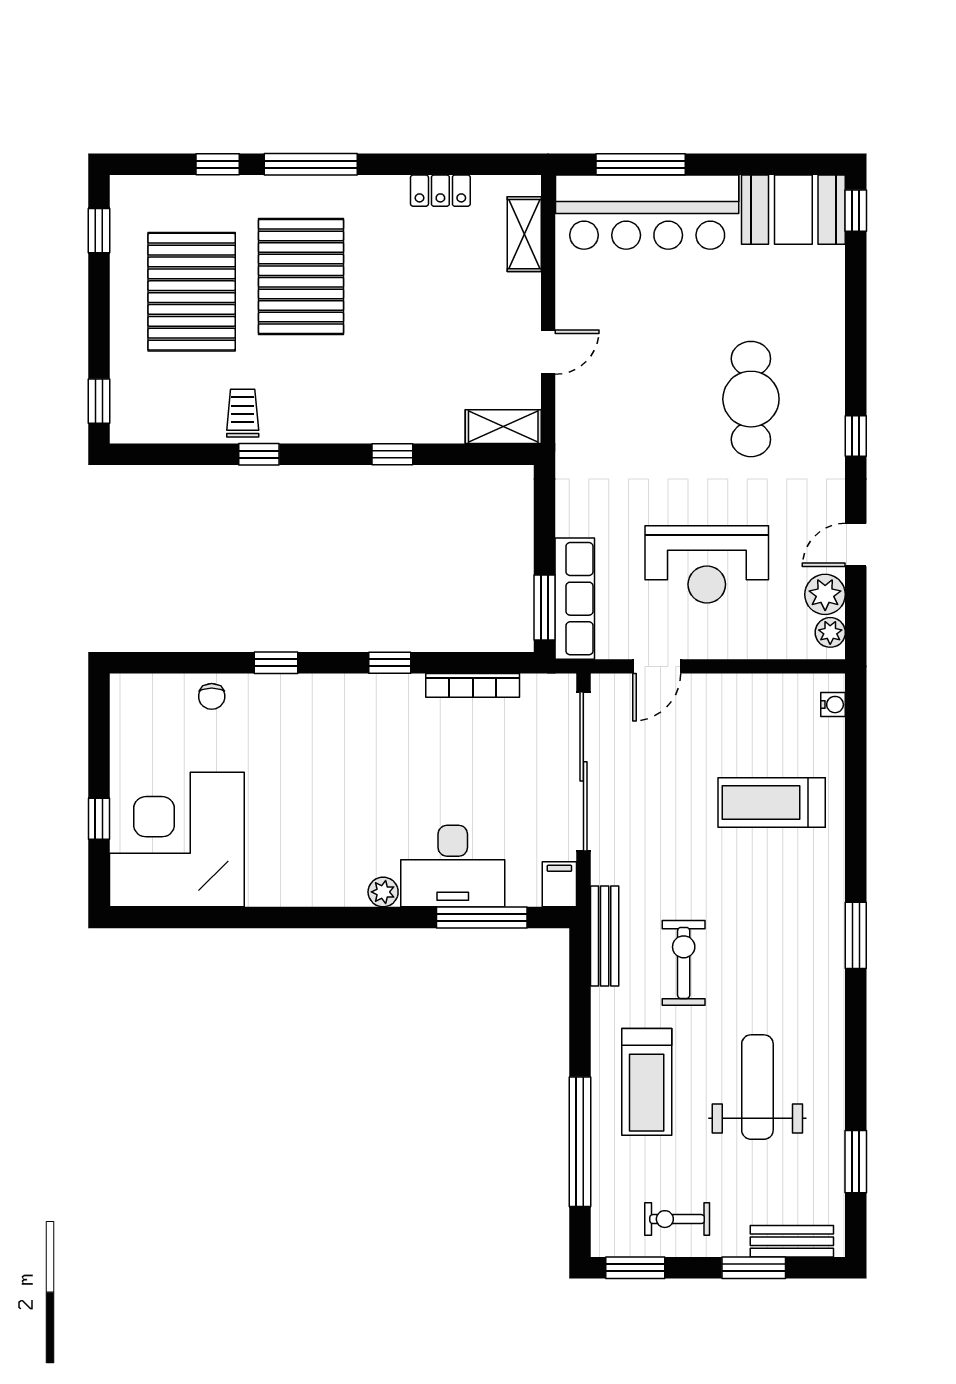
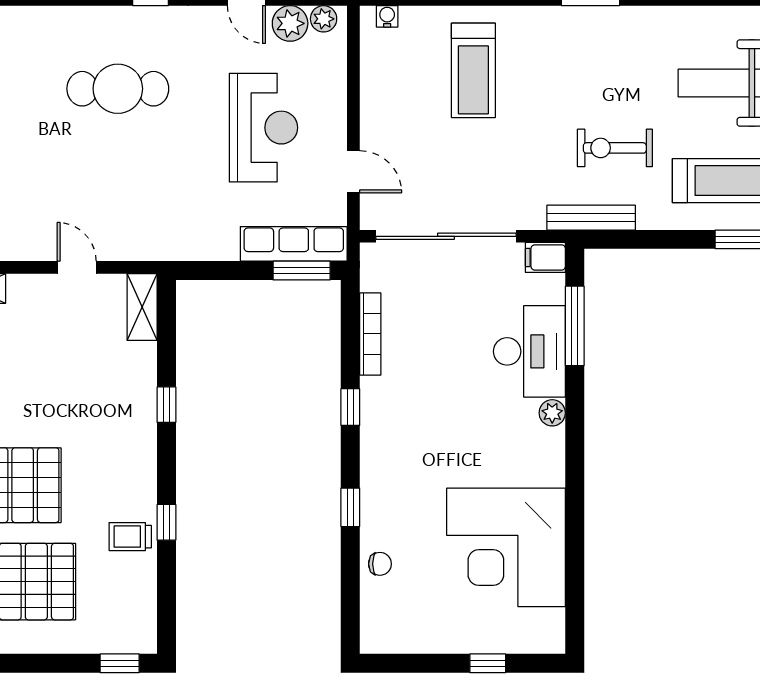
corner desk: (177, 840) -> (506, 547), moved

